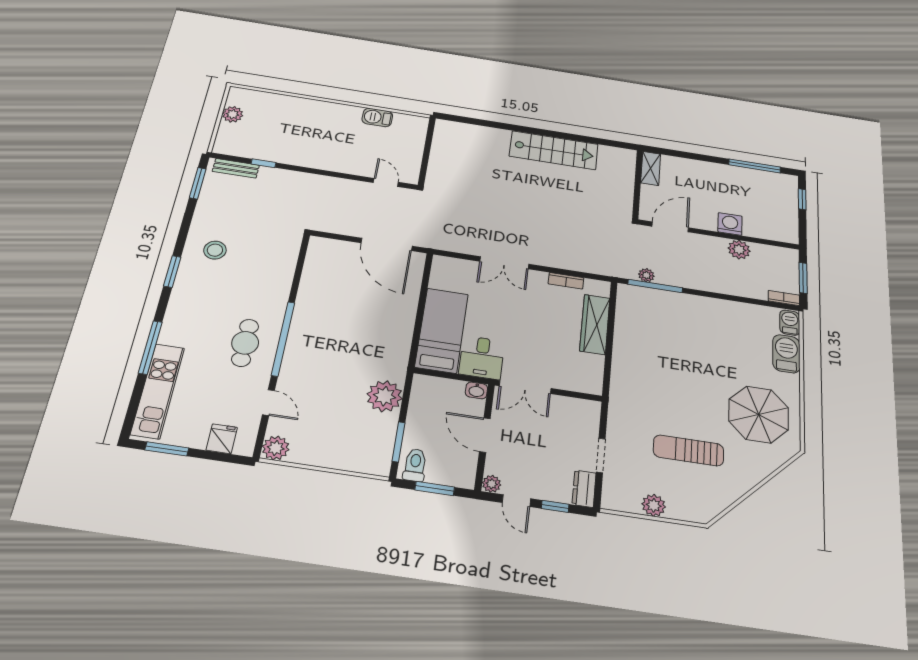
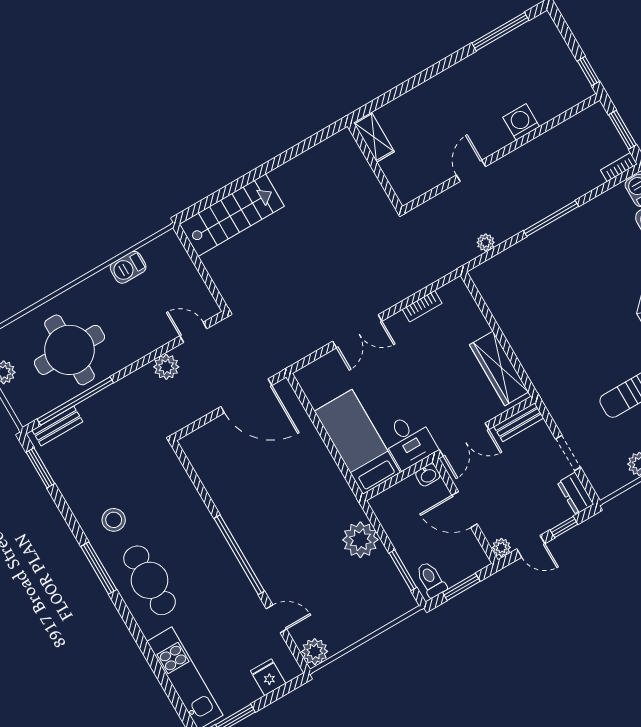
round table: (290, 133) -> (69, 350), added
stairs: (554, 150) -> (232, 215), moved
window: (264, 163) -> (75, 401), width x3.17
shelving: (651, 168) -> (374, 137), moved
wall: (638, 184) -> (375, 166), moved
window: (802, 199) -> (588, 71), moved
door: (670, 227) -> (471, 171), width x0.73
plant: (739, 250) -> (166, 367), moved
window: (172, 272) -> (99, 568), width x1.44
window: (655, 286) -> (551, 219), moved
wardrobe: (595, 324) -> (499, 368), moved
cafe table: (245, 343) -> (150, 580), moved, width x1.37, depth x1.35
window: (150, 347) -> (145, 648), removed
bench: (578, 406) -> (519, 422), added

